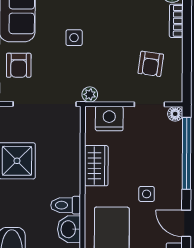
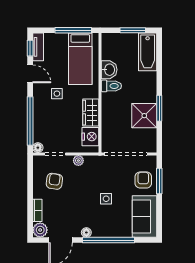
plant: (90, 94) -> (78, 161), moved
nightstand: (109, 119) -> (90, 137), moved, turned -90

